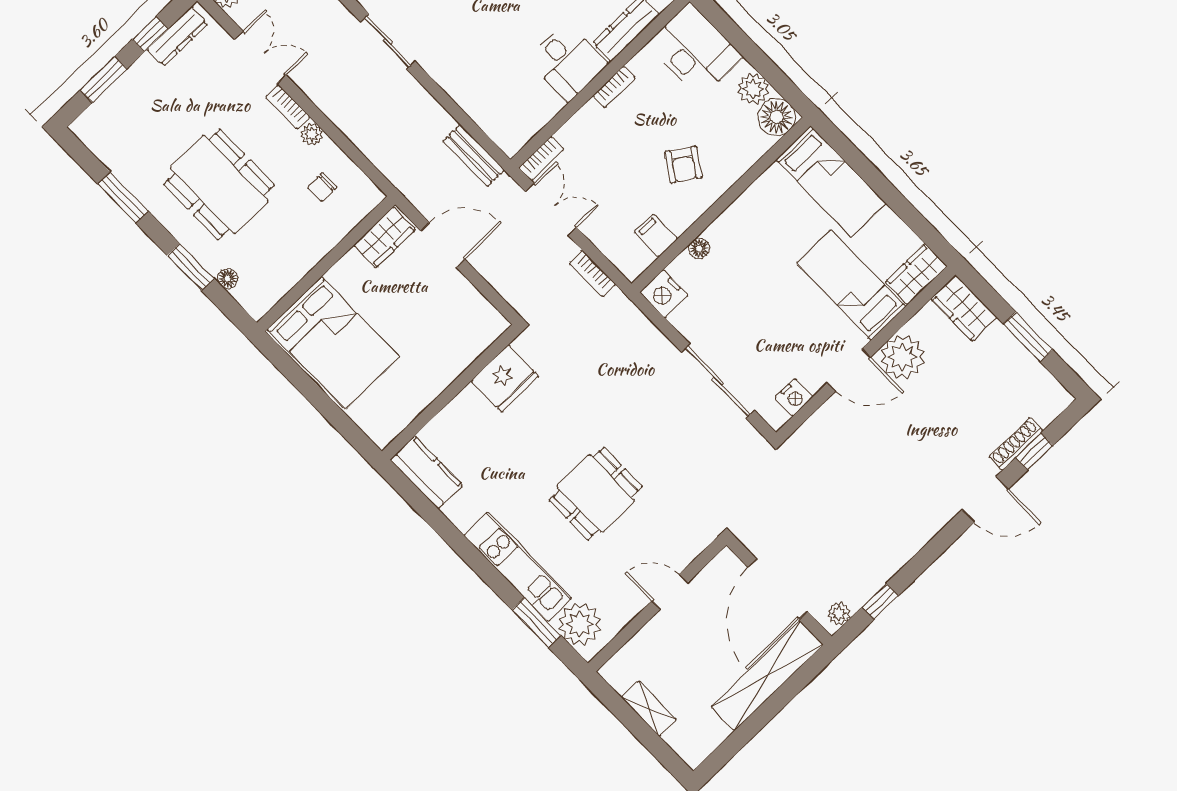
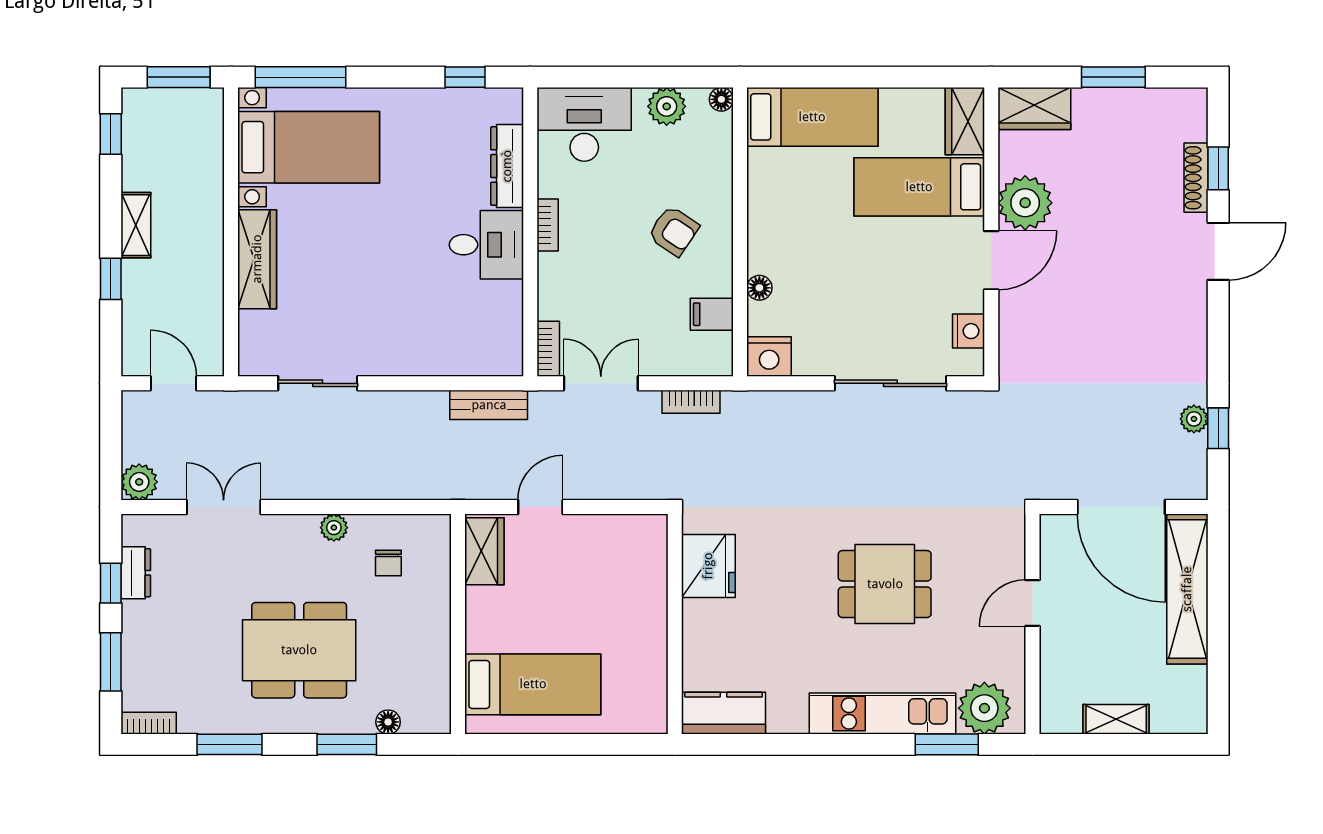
dresser: (177, 36) -> (136, 573), width x0.70
bookcase: (288, 107) -> (149, 723), moved, turned 180
floor lamp: (777, 117) -> (721, 99), width x0.53, depth x0.53
door: (443, 245) -> (540, 507), width x0.73
bed: (333, 343) -> (533, 684), width x0.67
dining table: (596, 493) -> (885, 584), turned 90
plant: (839, 613) -> (1194, 419), moved

